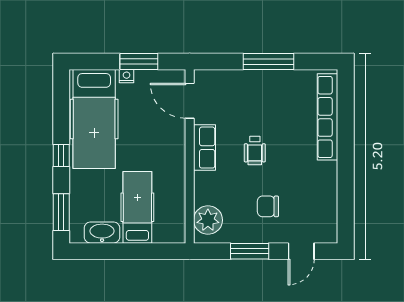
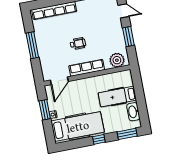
row of seats: (205, 148) -> (87, 68), width x1.48
chair: (268, 206) -> (104, 32), removed

